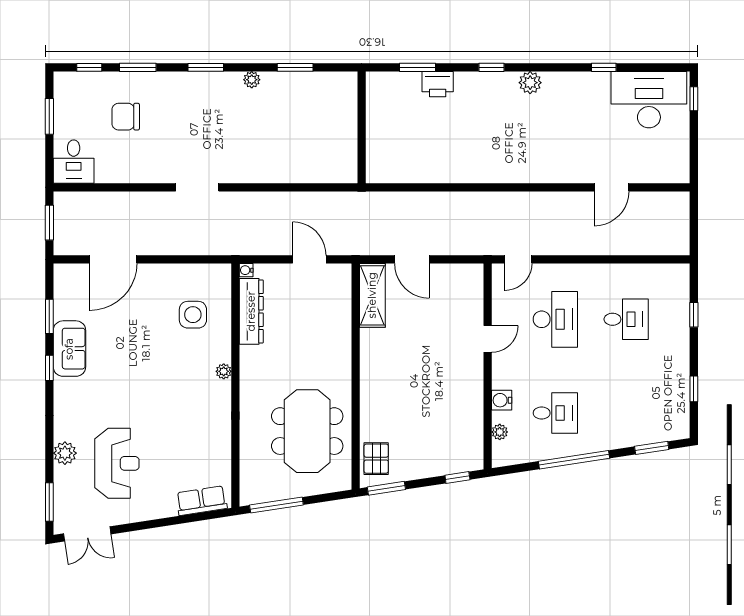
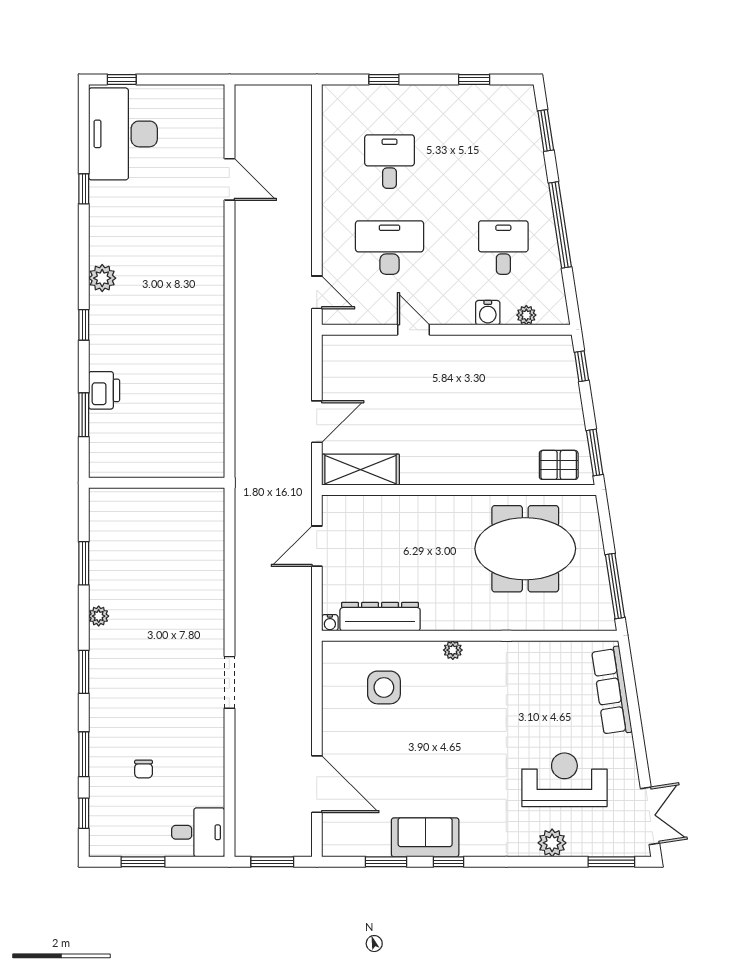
chair: (126, 117) -> (144, 769), width x0.54, depth x0.54
row of seats: (202, 501) -> (612, 691), width x1.48

